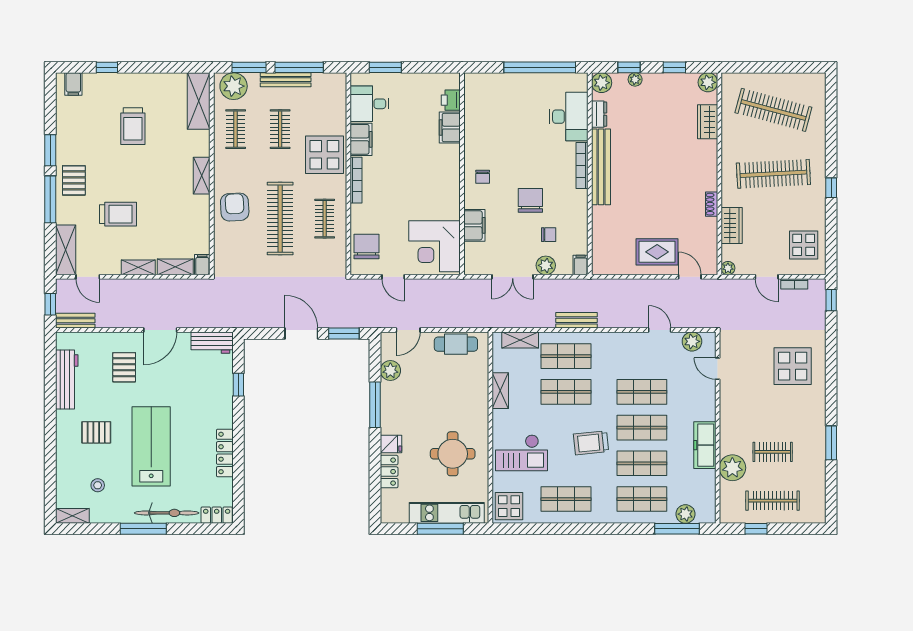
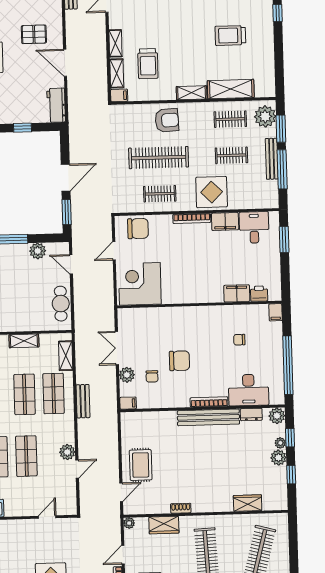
plant: (708, 82) -> (278, 458), moved
shelving: (199, 101) -> (231, 89), moved
chair: (483, 177) -> (239, 340), moved
trolley: (118, 214) -> (148, 64), moved
filing cabinet: (474, 225) -> (276, 312), moved, width x0.50
plant: (692, 341) -> (67, 452), moved

